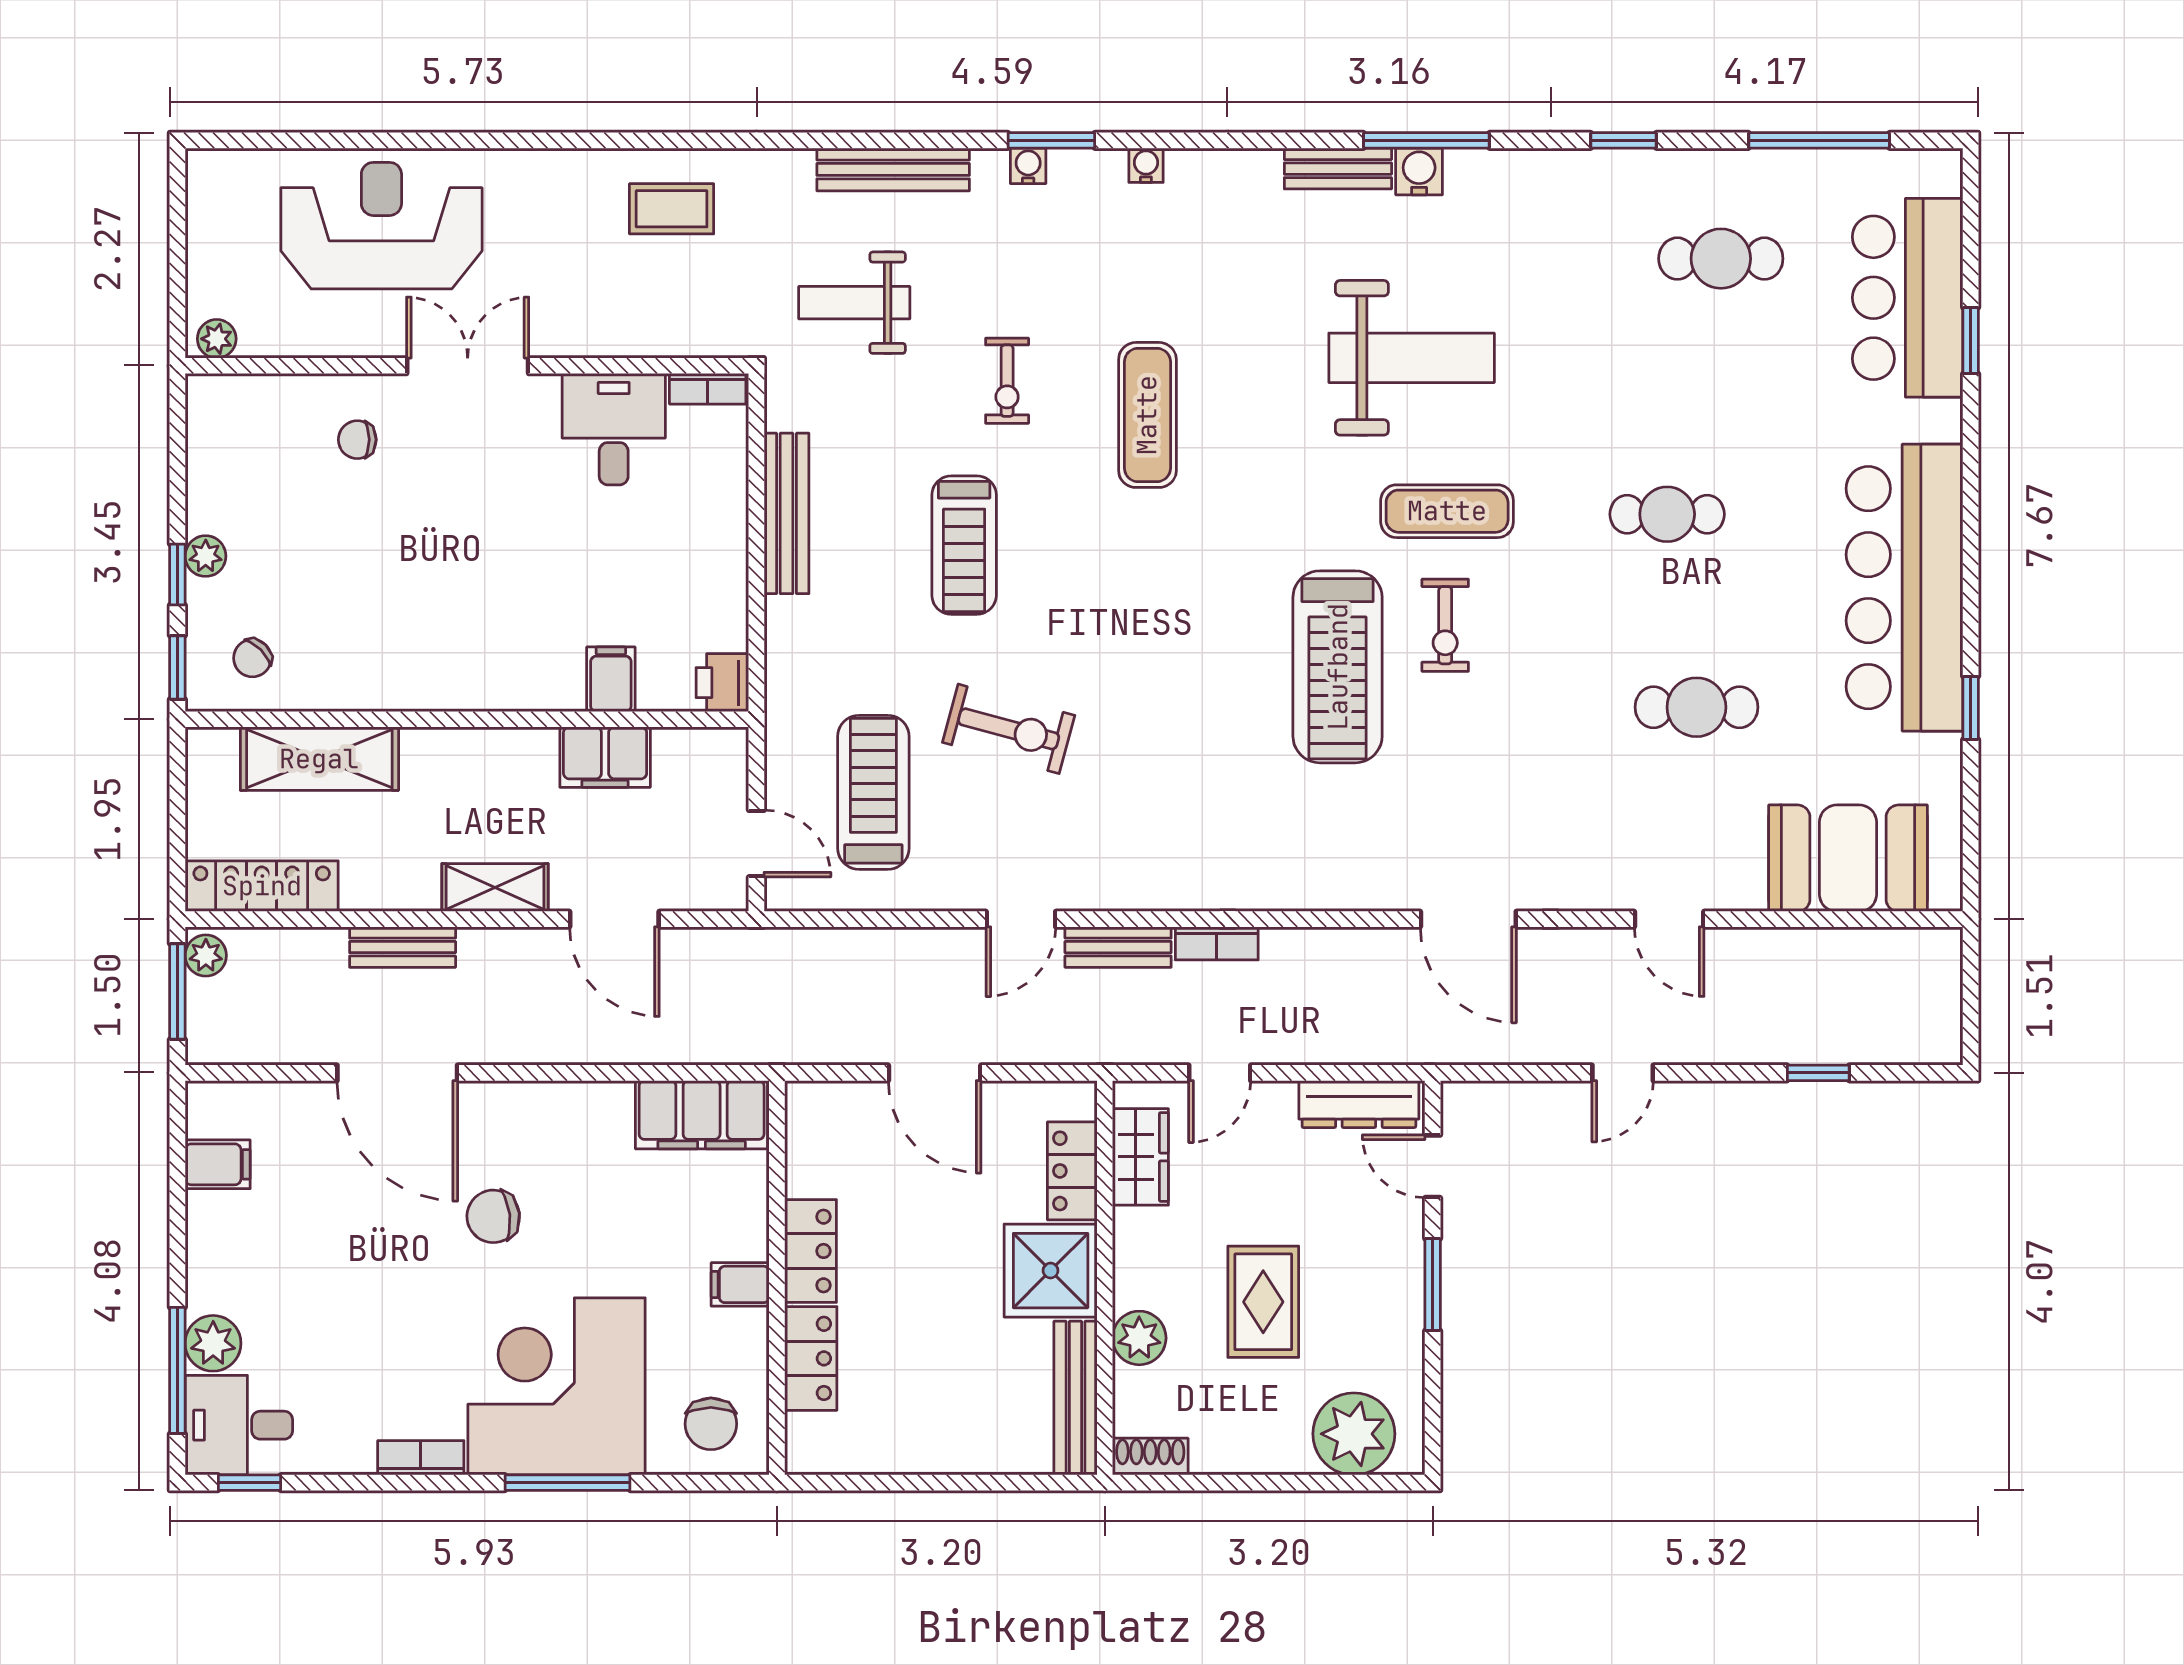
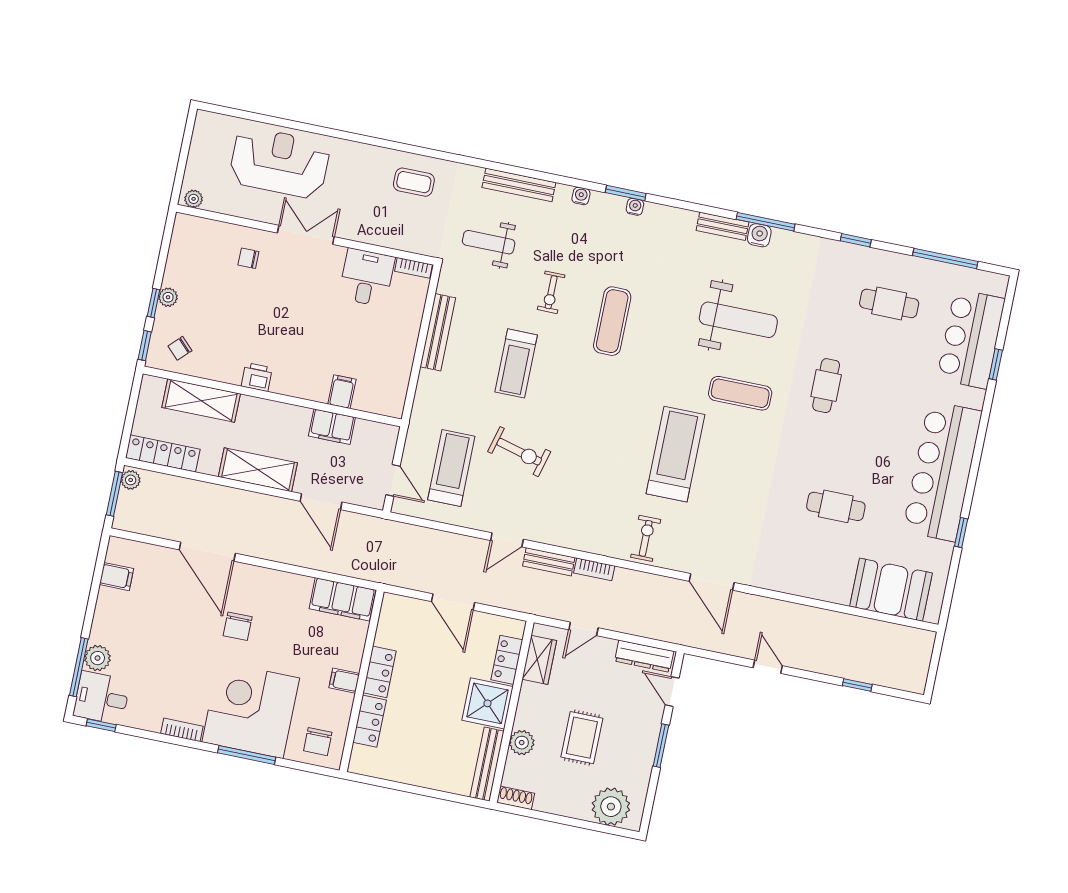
window: (1051, 140) -> (626, 193), moved
cafe table: (1667, 514) -> (826, 386), moved, turned 90
exercise bike: (1445, 625) -> (646, 538), moved, turned 180
treadmill: (1338, 667) -> (675, 454), turned 180
printer: (722, 683) -> (257, 377), moved, turned 90
shelving: (495, 887) -> (258, 470), width x1.50, depth x1.33
door: (1669, 919) -> (803, 601), removed
bench: (403, 947) -> (221, 495), removed
door: (1623, 1073) -> (768, 667), swing flipped
chair: (493, 1216) -> (238, 626), turned -83

